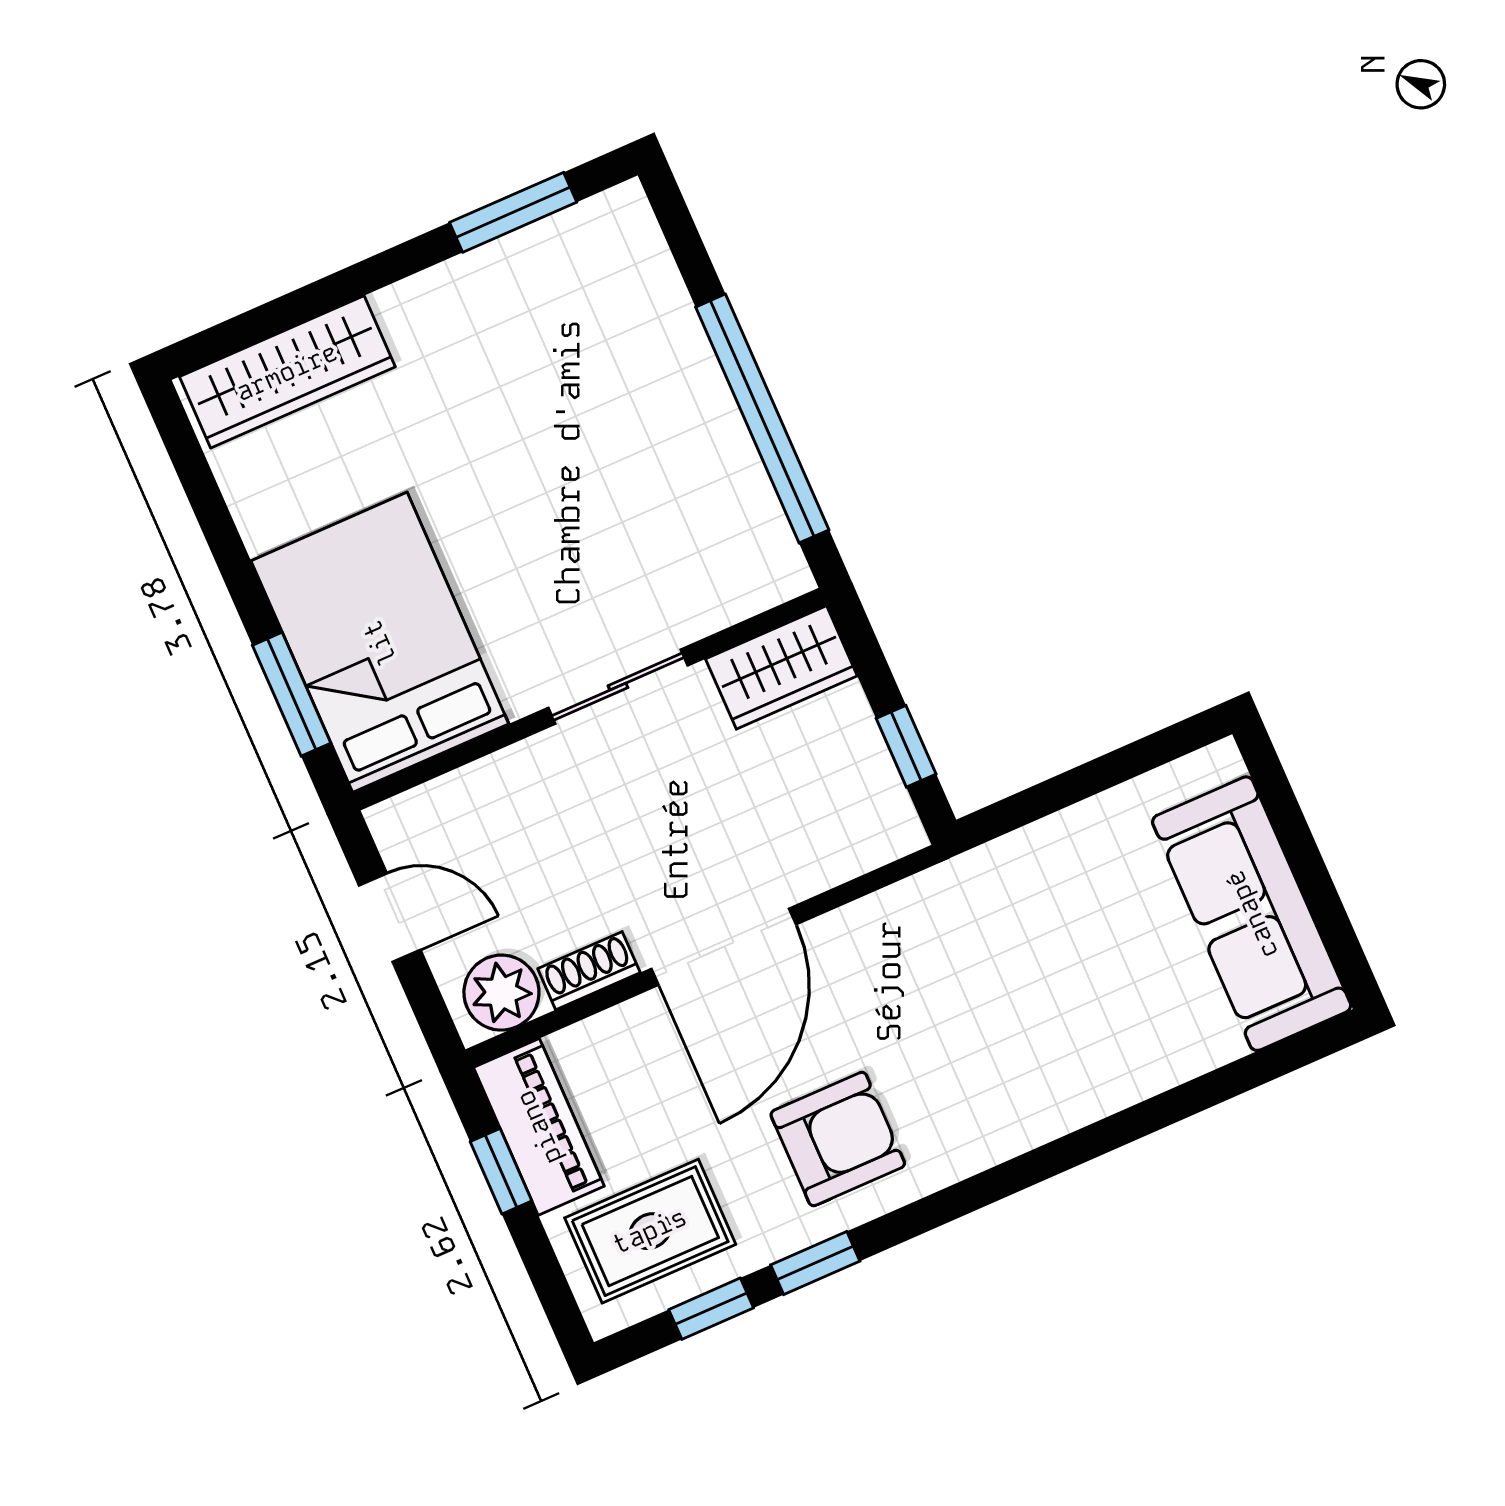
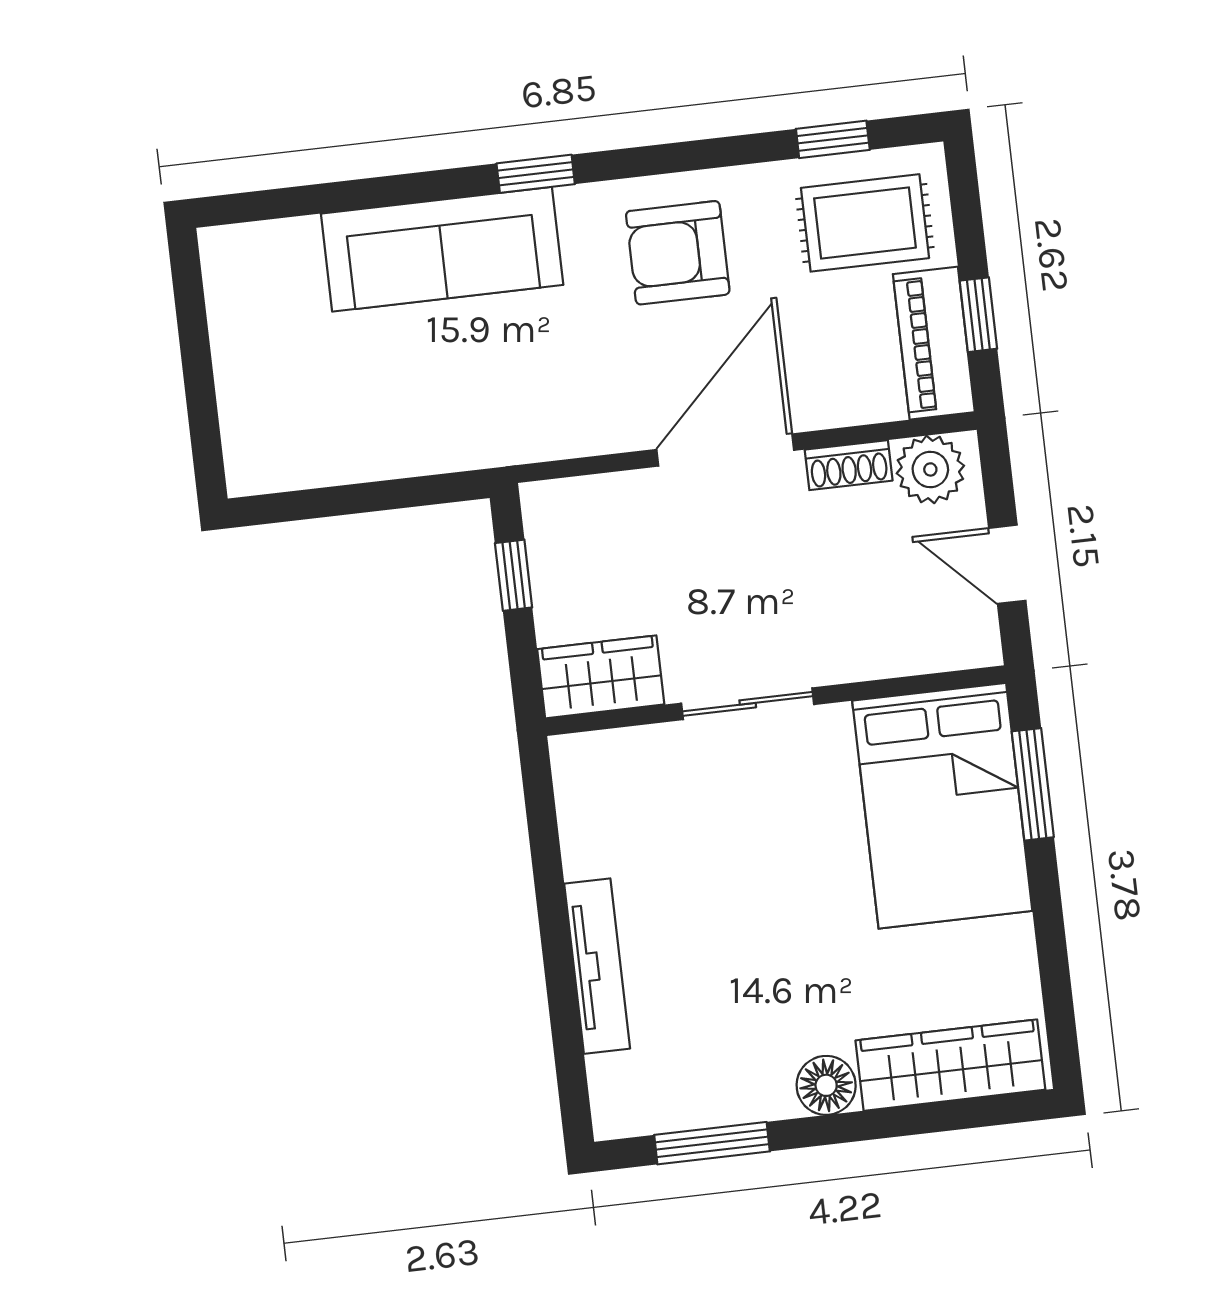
floor lamp: (412, 310) -> (826, 1085), added
tv unit: (692, 362) -> (597, 966), added
window: (762, 419) -> (551, 898), removed
sofa: (1252, 914) -> (442, 249), moved, turned 90
window: (815, 1263) -> (536, 174), moved

